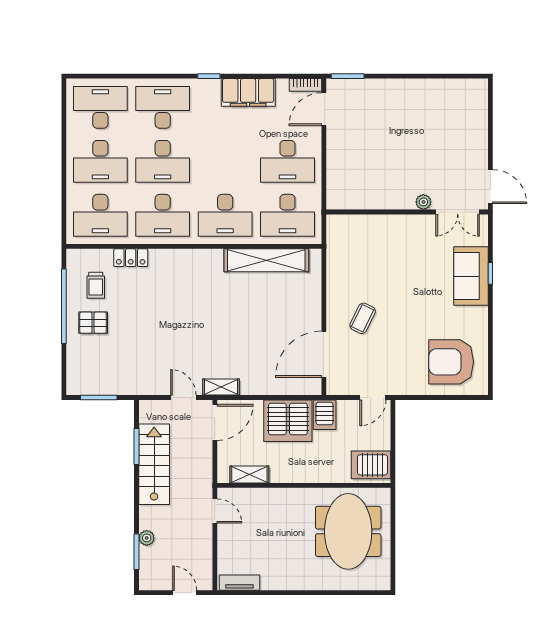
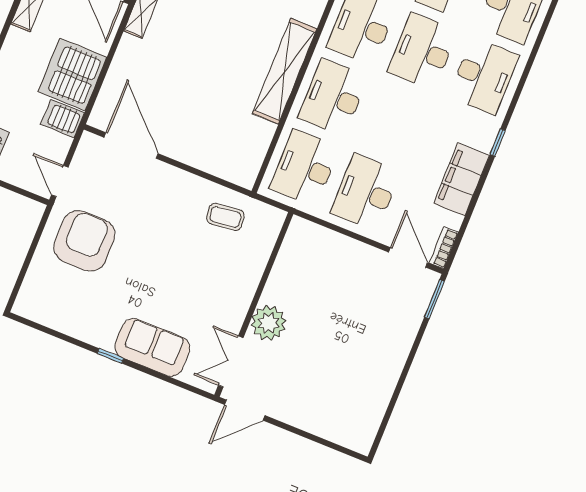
plant: (423, 202) -> (269, 323), width x1.88, depth x1.88
shelving: (266, 260) -> (285, 71), moved
window: (490, 273) -> (110, 356), moved
coffee table: (363, 318) -> (225, 217), moved, turned -33
armchair: (451, 362) -> (84, 241), moved

